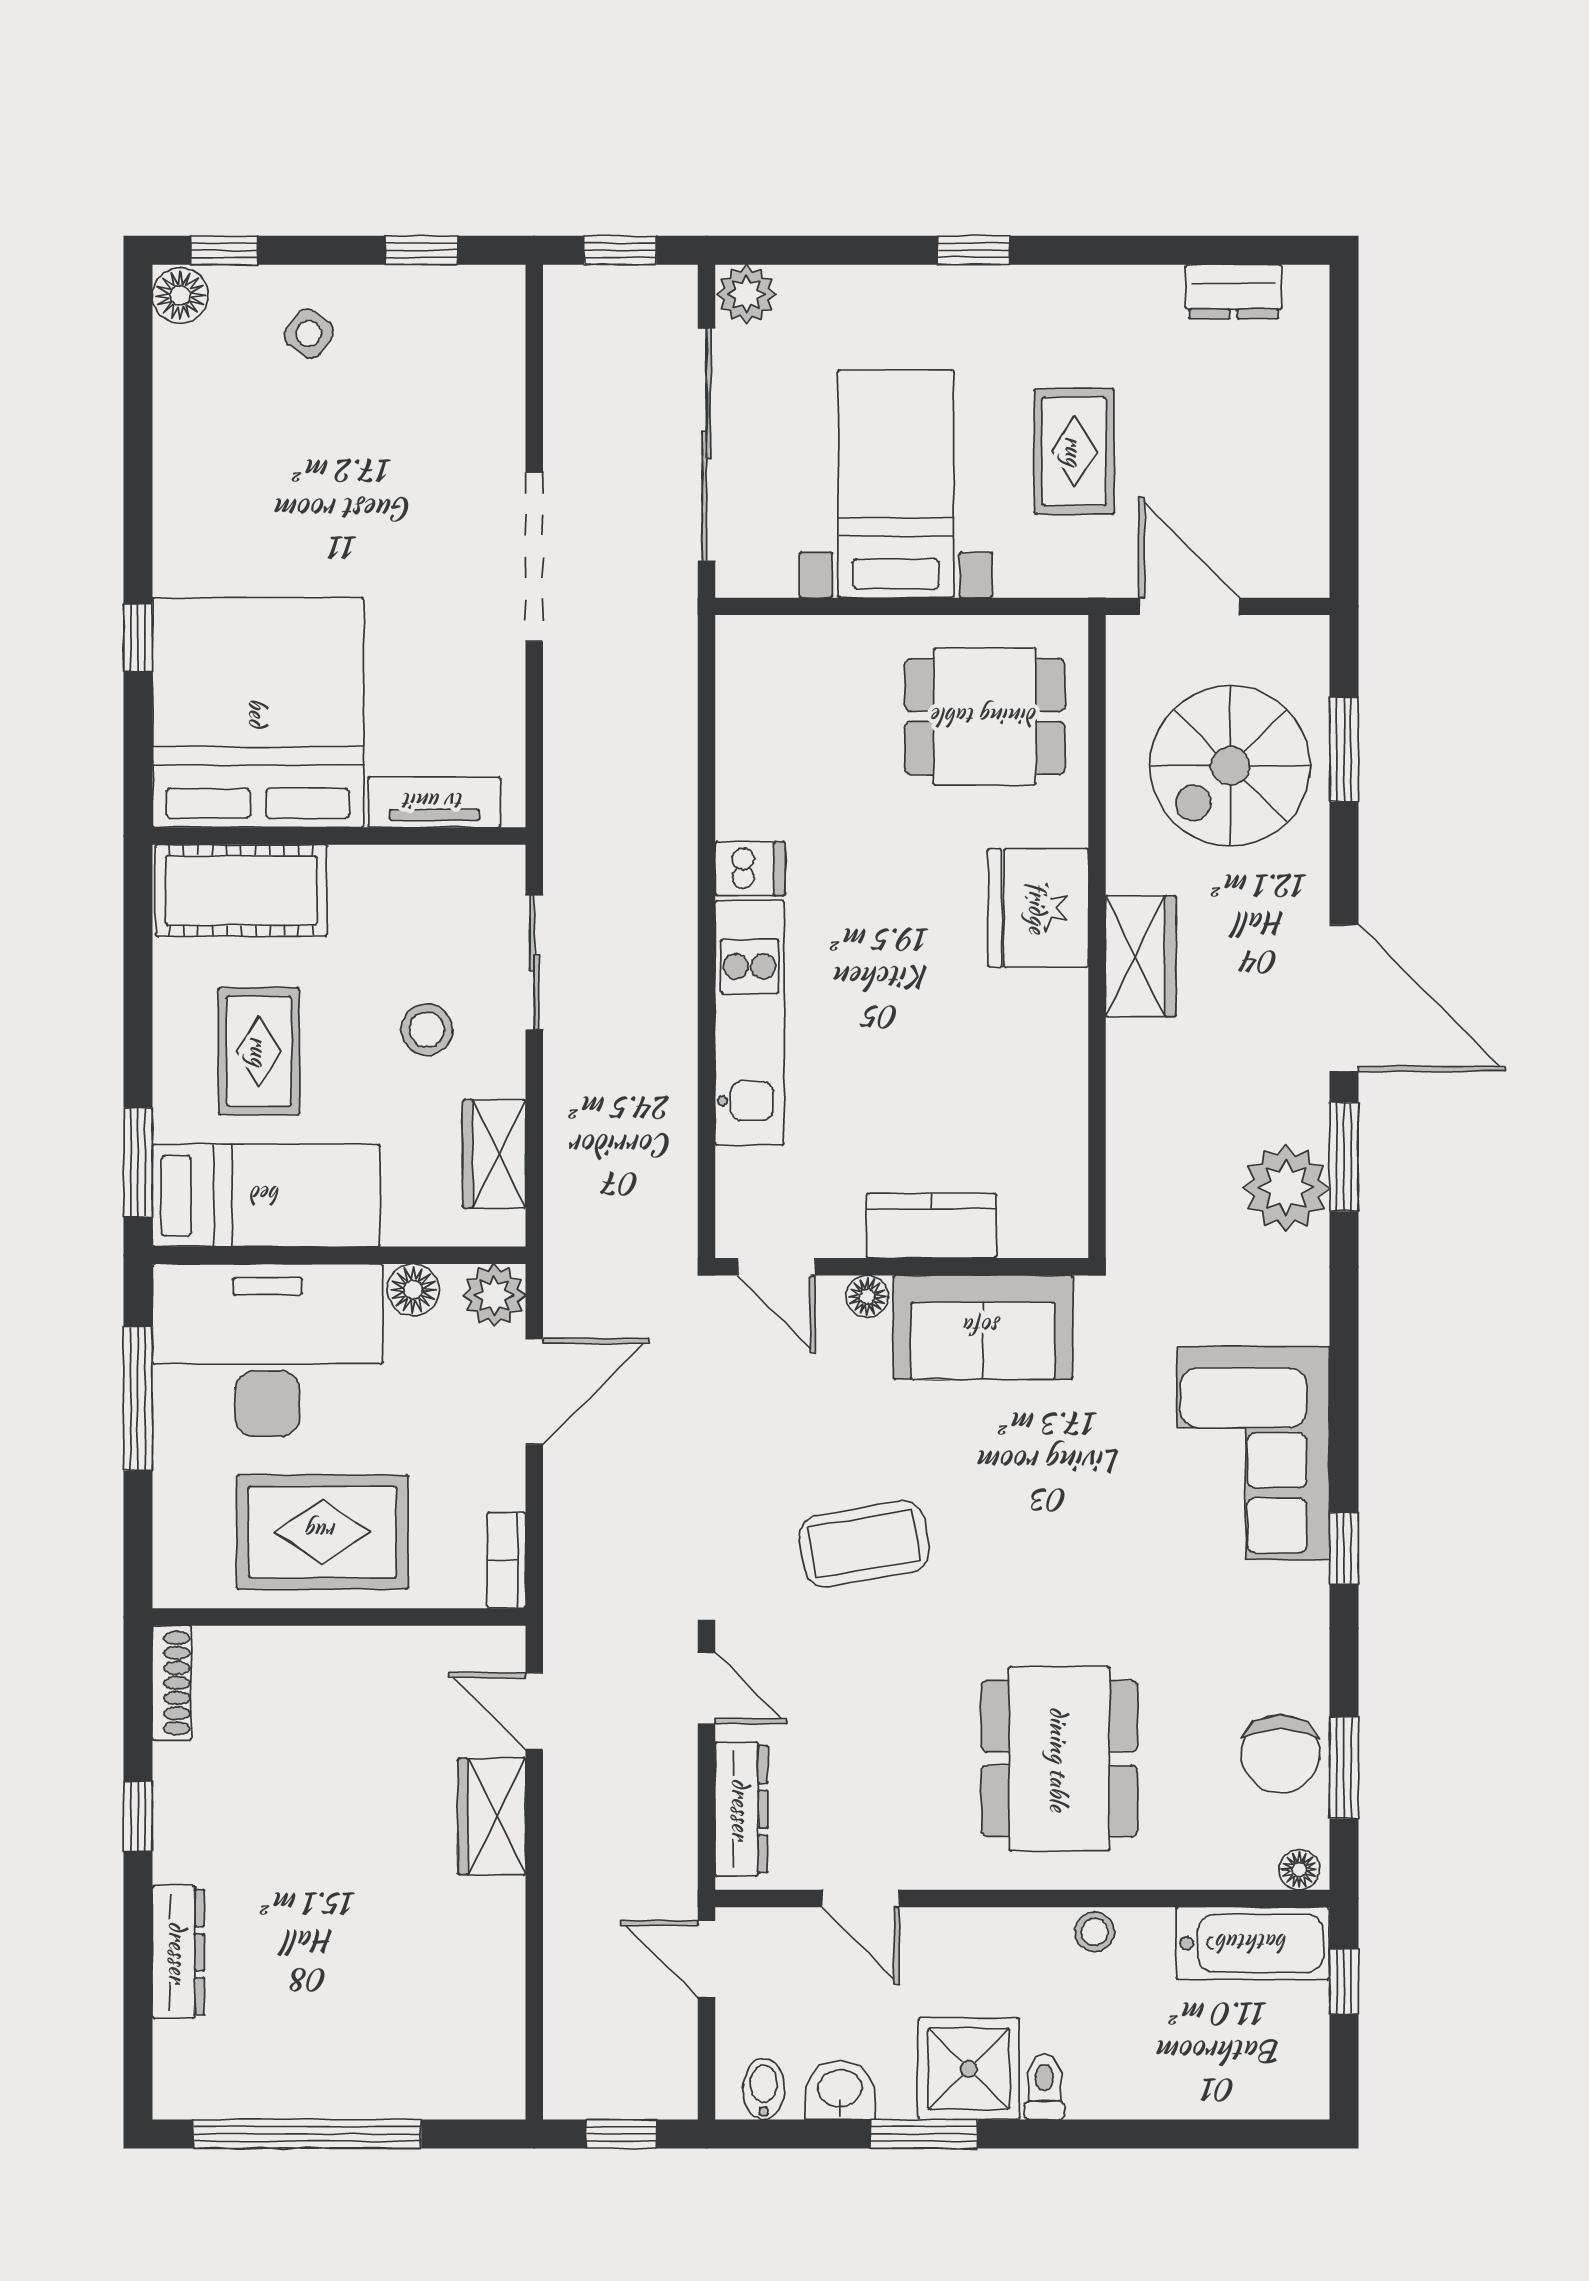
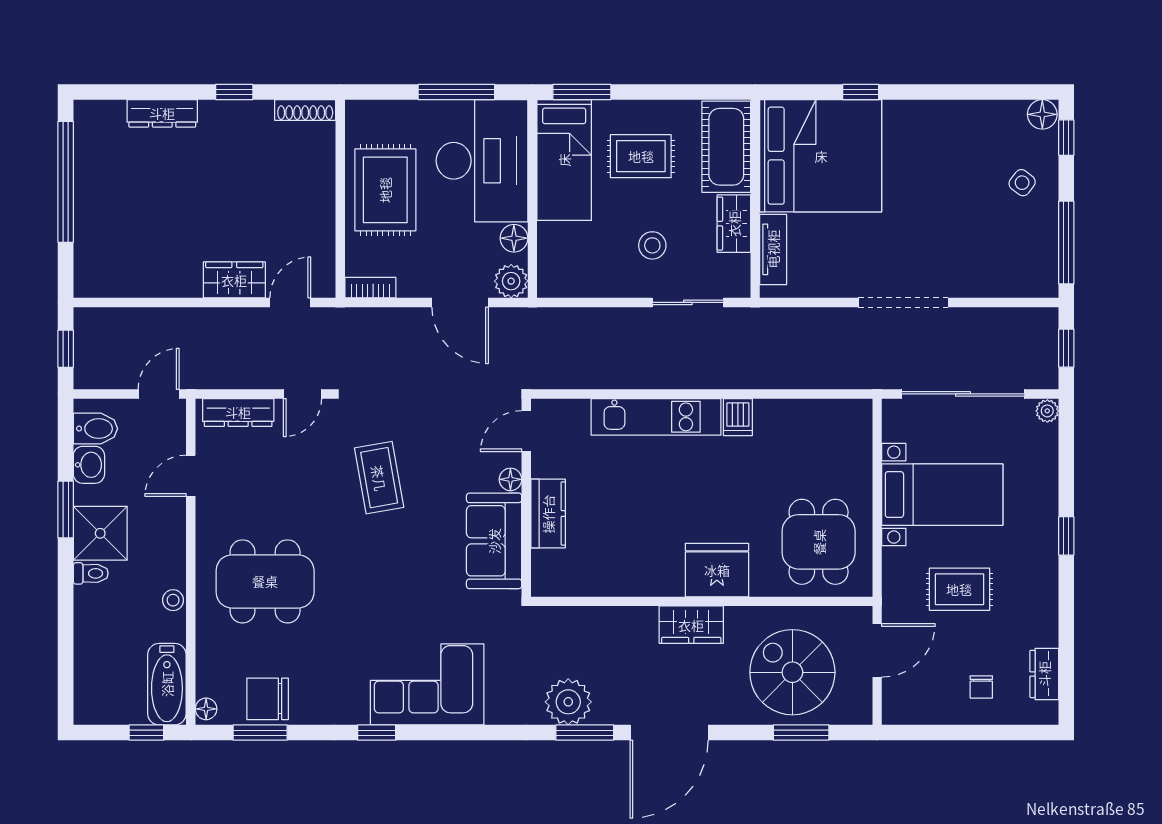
window: (421, 250) -> (1066, 243), width x2.17
plant: (746, 294) -> (1047, 411), width x0.73, depth x0.73
chair: (1258, 410) -> (981, 687), added
wardrobe: (494, 1154) -> (734, 224), moved, turned -90
bidet: (764, 2089) -> (95, 429), width x1.38, depth x1.36

